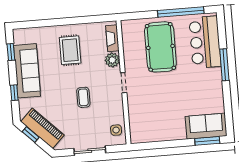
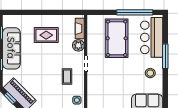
rug: (70, 50) -> (46, 35), turned 90
stool: (207, 88) -> (150, 73), added
coffee table: (83, 97) -> (67, 77), moved

